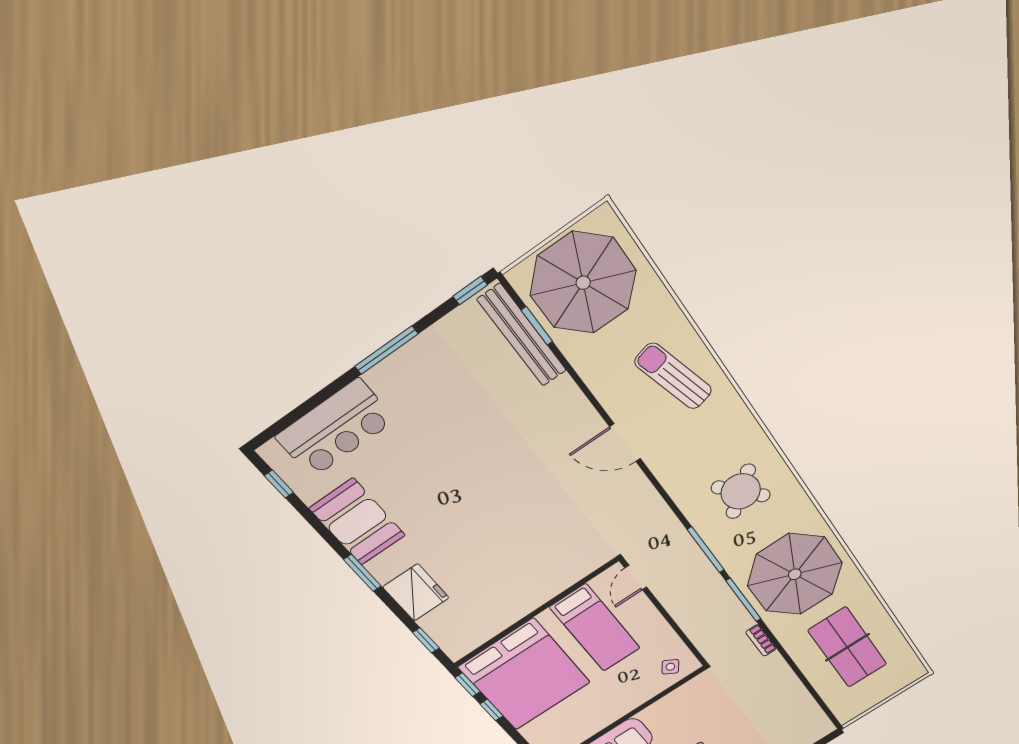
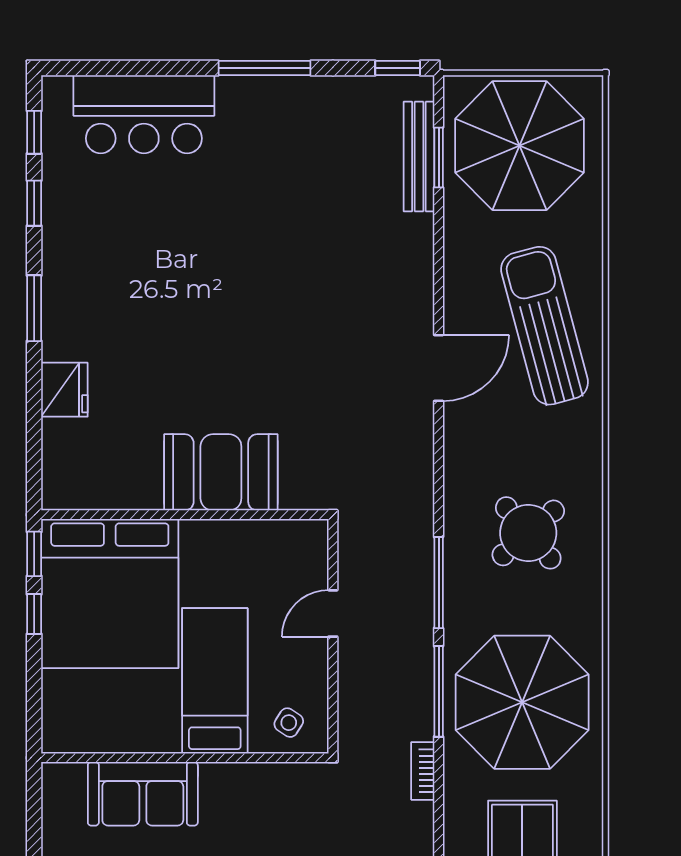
bench: (522, 335) -> (419, 156), width x0.73, depth x0.82
sun lounger: (673, 376) -> (545, 326), width x1.36, depth x1.34
door: (625, 443) -> (439, 368), swing flipped
booth: (357, 522) -> (221, 472), moved, turned 90
door: (636, 578) -> (333, 613), moved
fridge: (416, 592) -> (64, 390), width x0.73, depth x0.75
bed: (595, 628) -> (215, 681), moved, turned 180
window: (426, 640) -> (34, 203), moved

